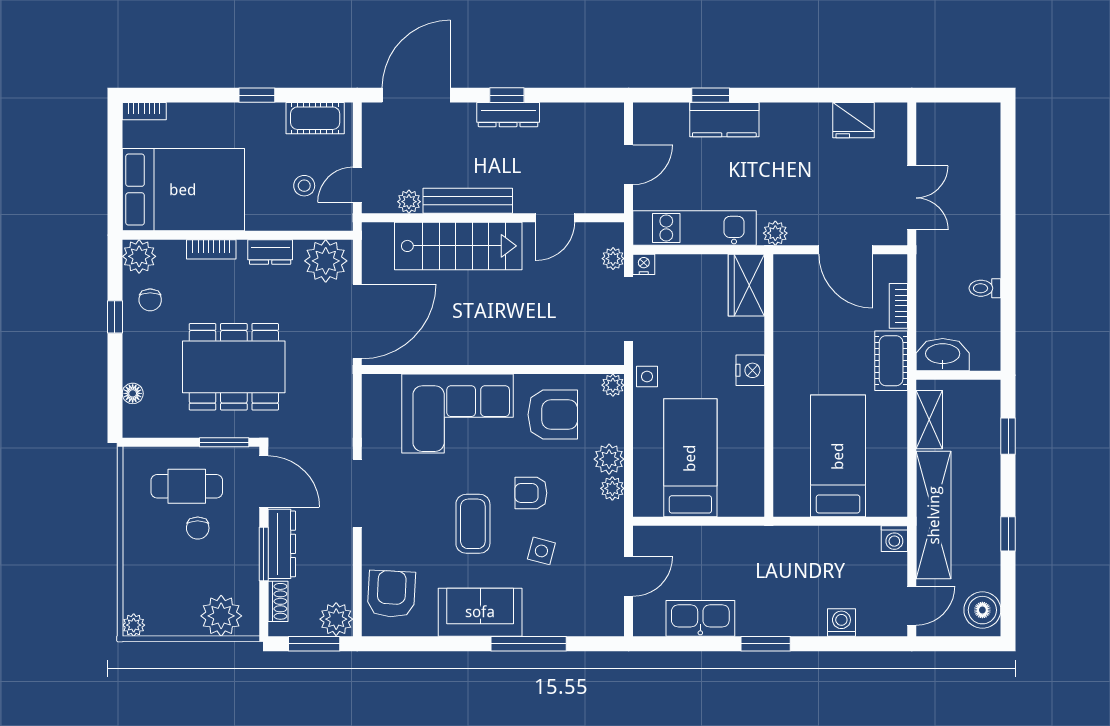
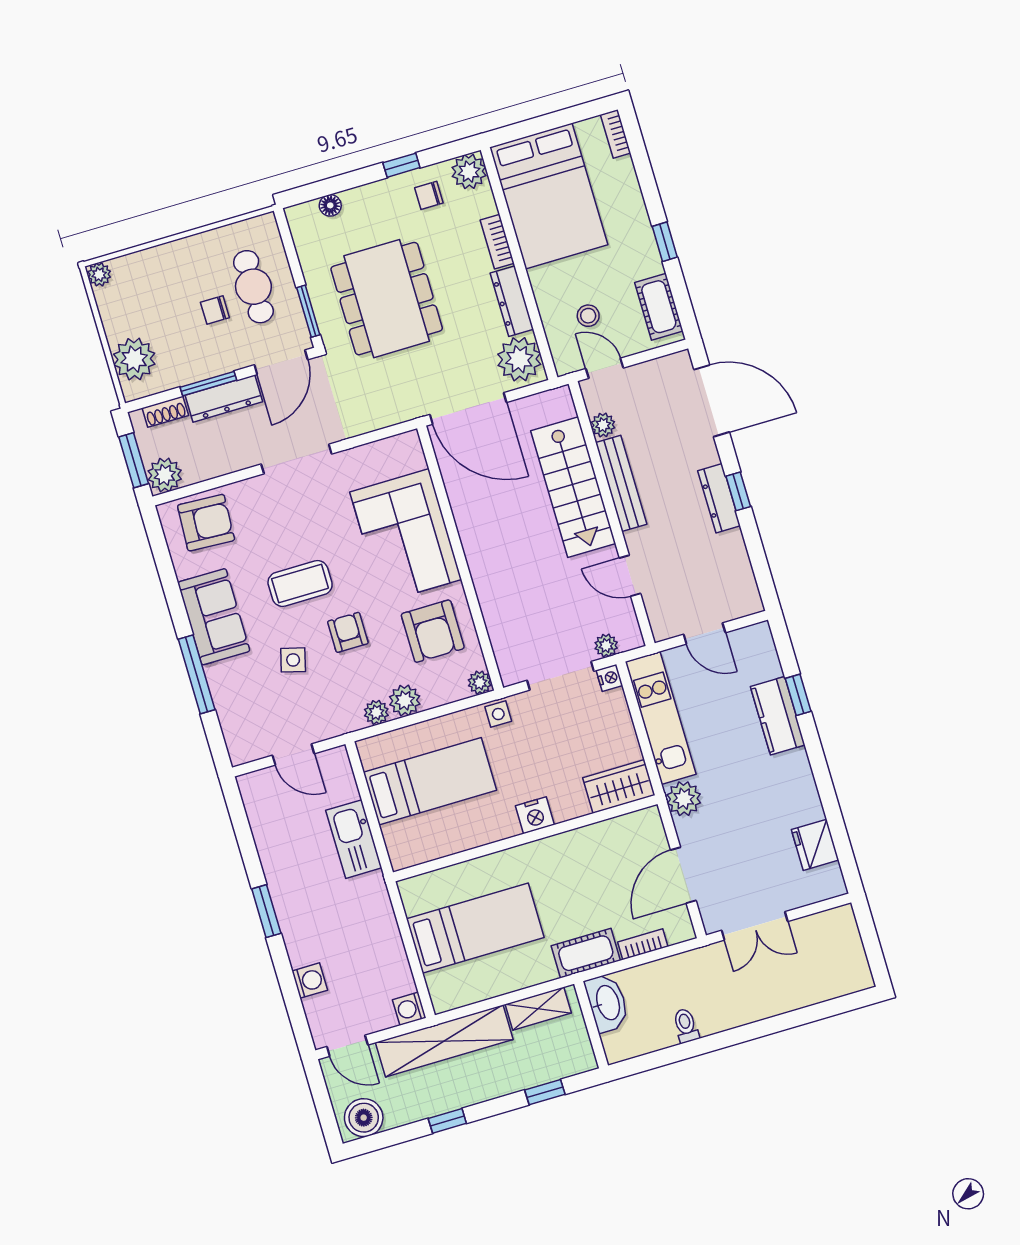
plant: (775, 233) -> (684, 799), width x1.38, depth x1.38
dresser: (270, 252) -> (512, 301), width x1.44
kitchen sink: (700, 618) -> (354, 839), moved, turned 180

